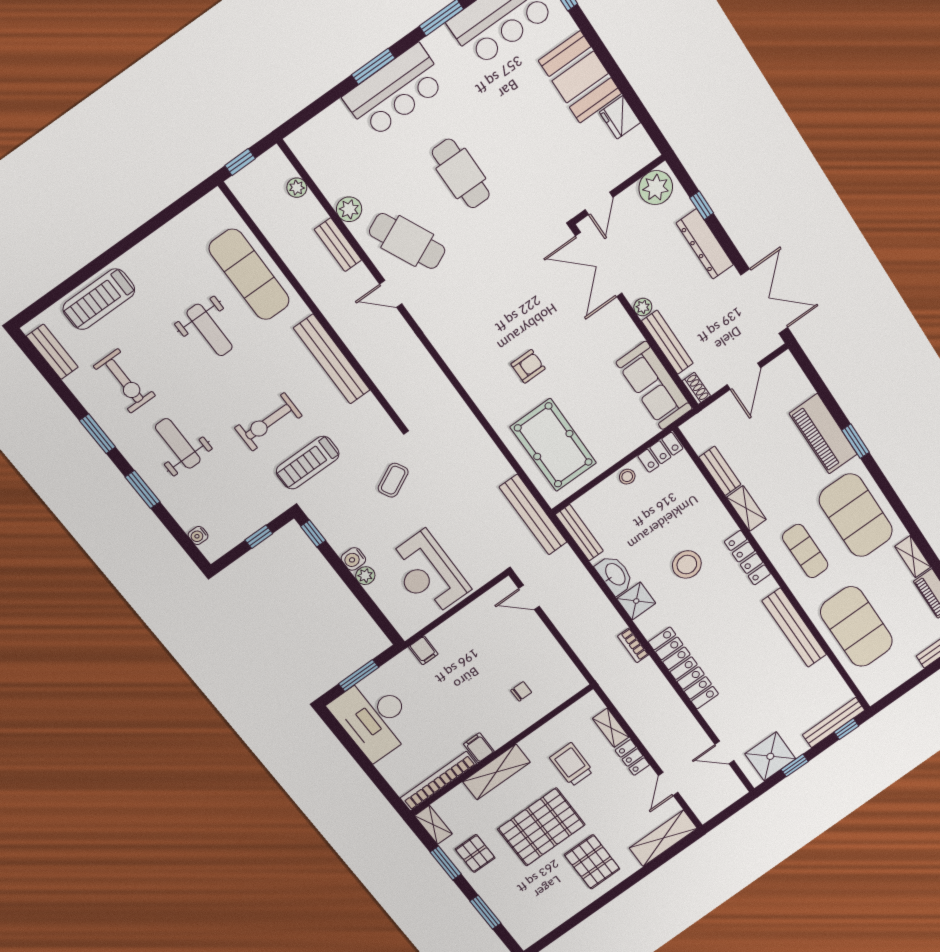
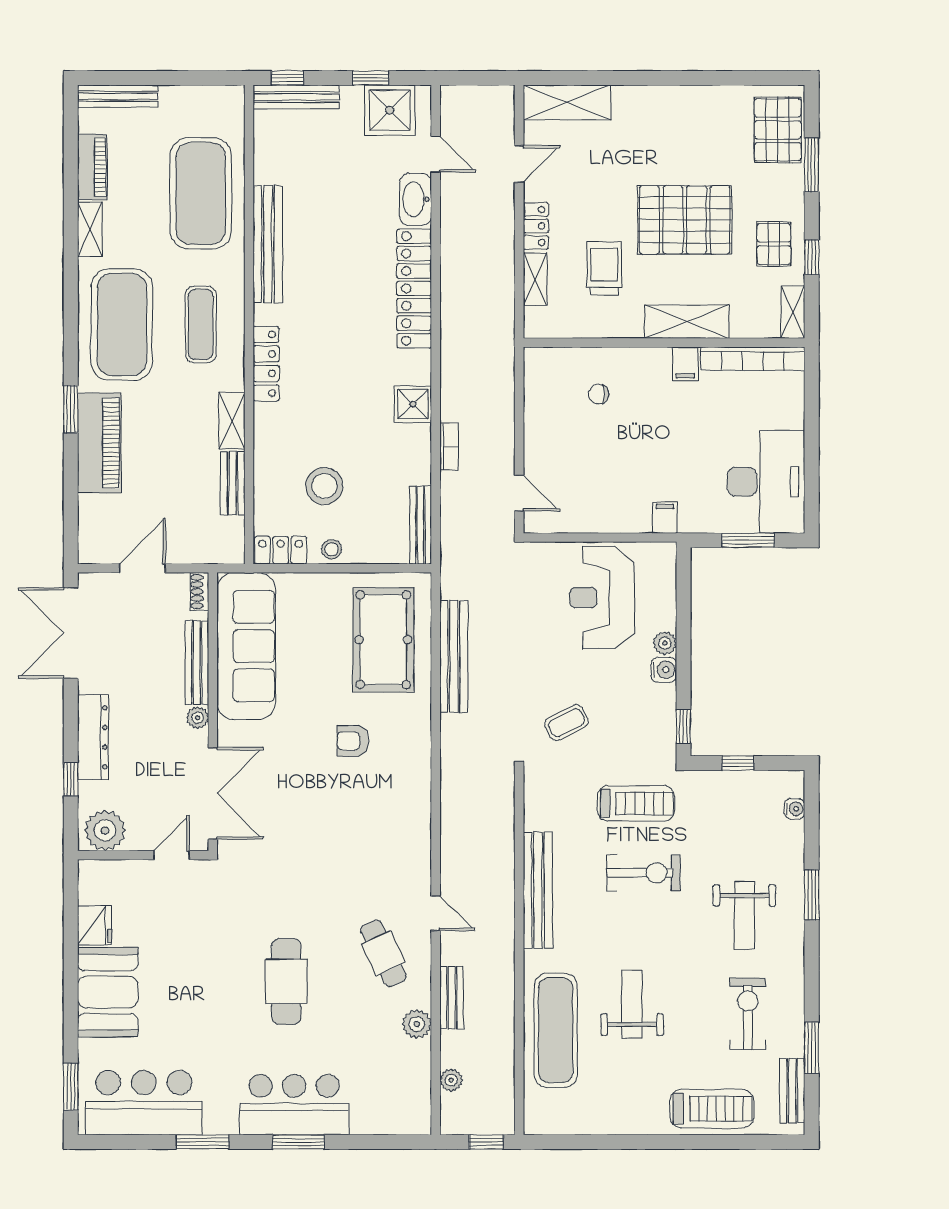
cafe table: (407, 241) -> (383, 953), width x0.73, depth x0.74
sofa: (654, 386) -> (246, 646), width x1.36, depth x1.27
window: (98, 434) -> (812, 1048), moved
bench: (533, 515) -> (454, 656), moved
stool: (687, 565) -> (324, 486), moved
reception desk: (428, 574) -> (602, 598), turned 180
washbasin: (615, 575) -> (416, 199), moved
bookcase: (633, 645) -> (449, 447), moved
trolley: (571, 765) -> (604, 268), turned 180
pallet: (592, 862) -> (778, 130), moved
window: (446, 863) -> (812, 257), width x0.67

